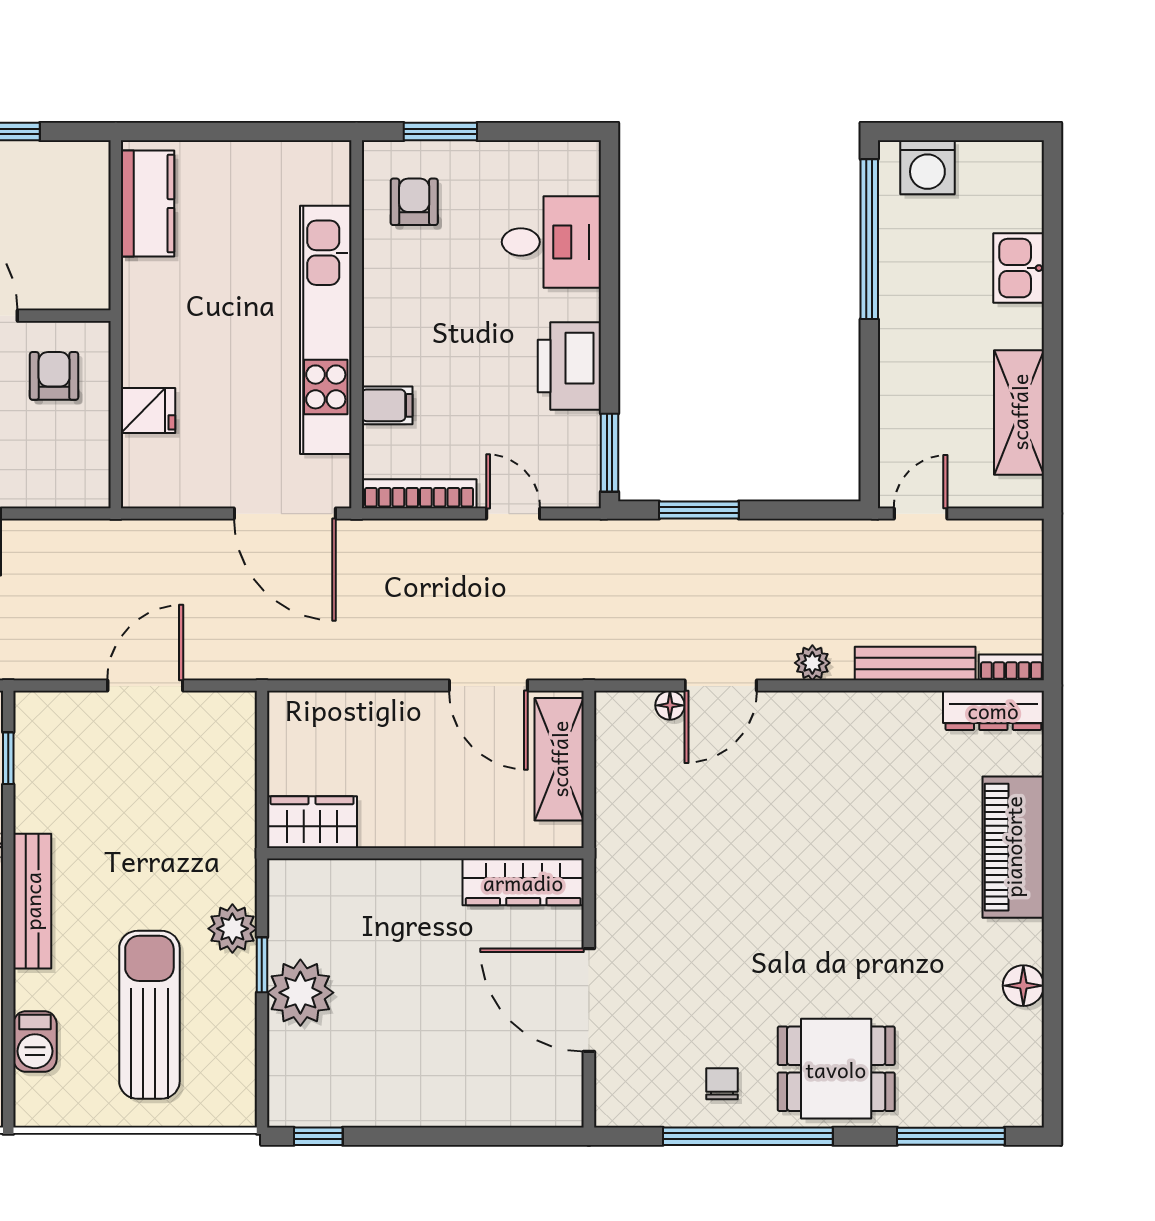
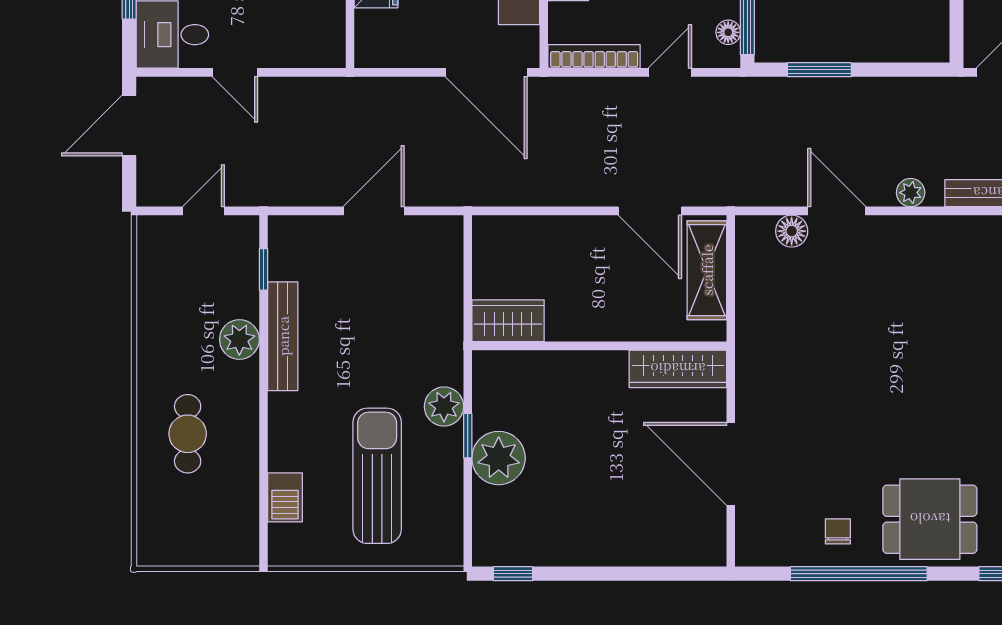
floor lamp: (586, 464) -> (728, 32), added
door: (513, 514) -> (670, 72), hinge flipped
door: (721, 686) -> (837, 211), swing flipped
floor lamp: (670, 705) -> (792, 231), width x1.37, depth x1.37
bench: (32, 901) -> (283, 336), moved

